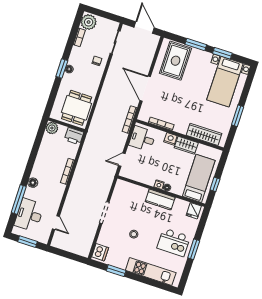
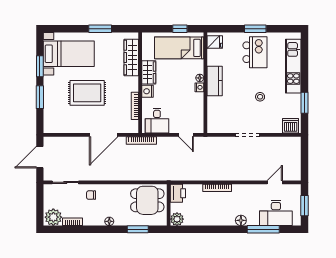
rug: (176, 61) -> (87, 93), moved
window: (62, 68) -> (138, 229), moved

